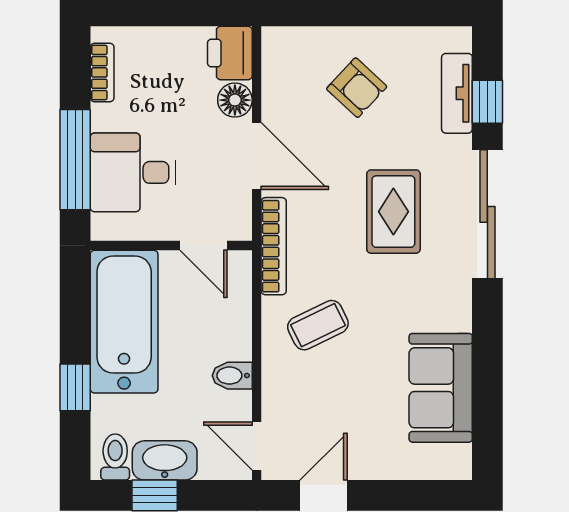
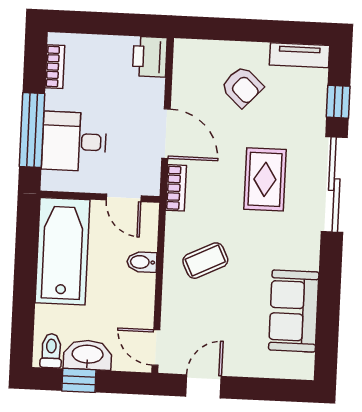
tv unit: (457, 93) -> (300, 55), moved, turned -90
floor lamp: (235, 100) -> (152, 92), removed
bookcase: (274, 246) -> (176, 188), width x0.64
bidet: (232, 376) -> (142, 262), moved
window: (75, 387) -> (24, 298), removed

